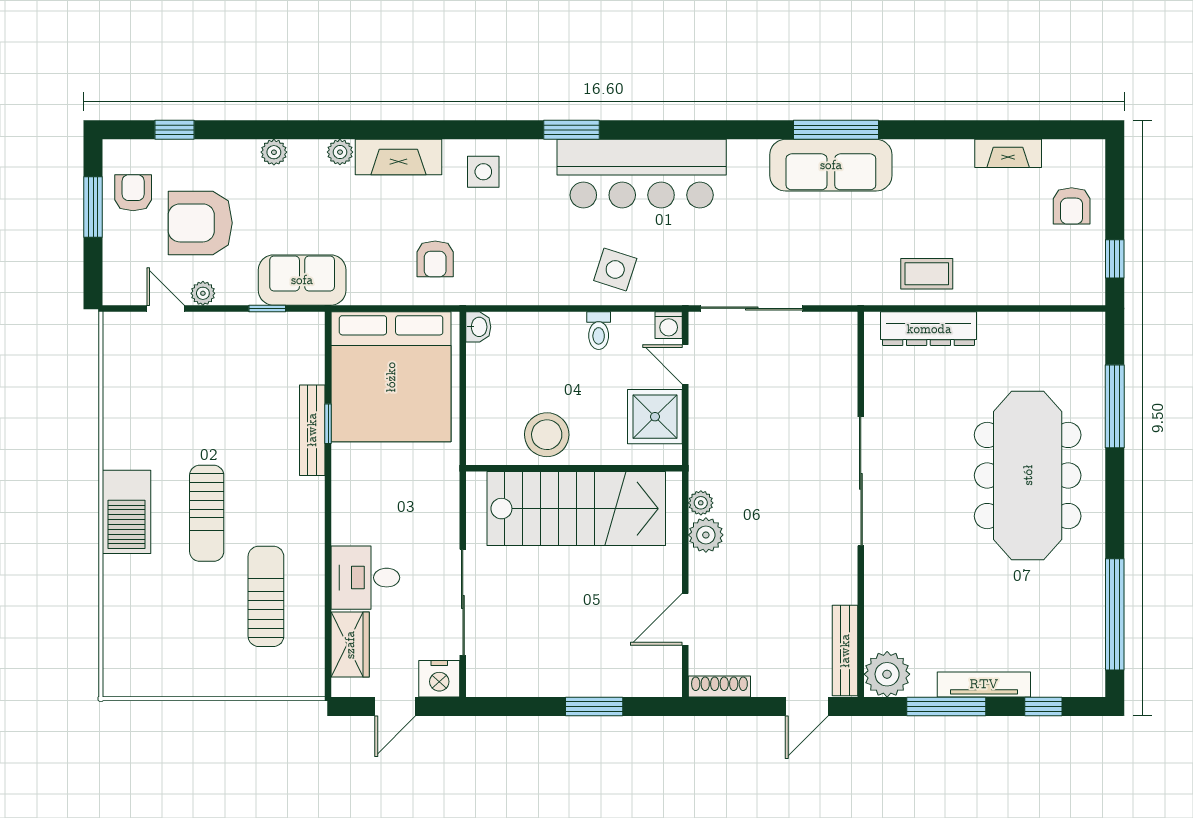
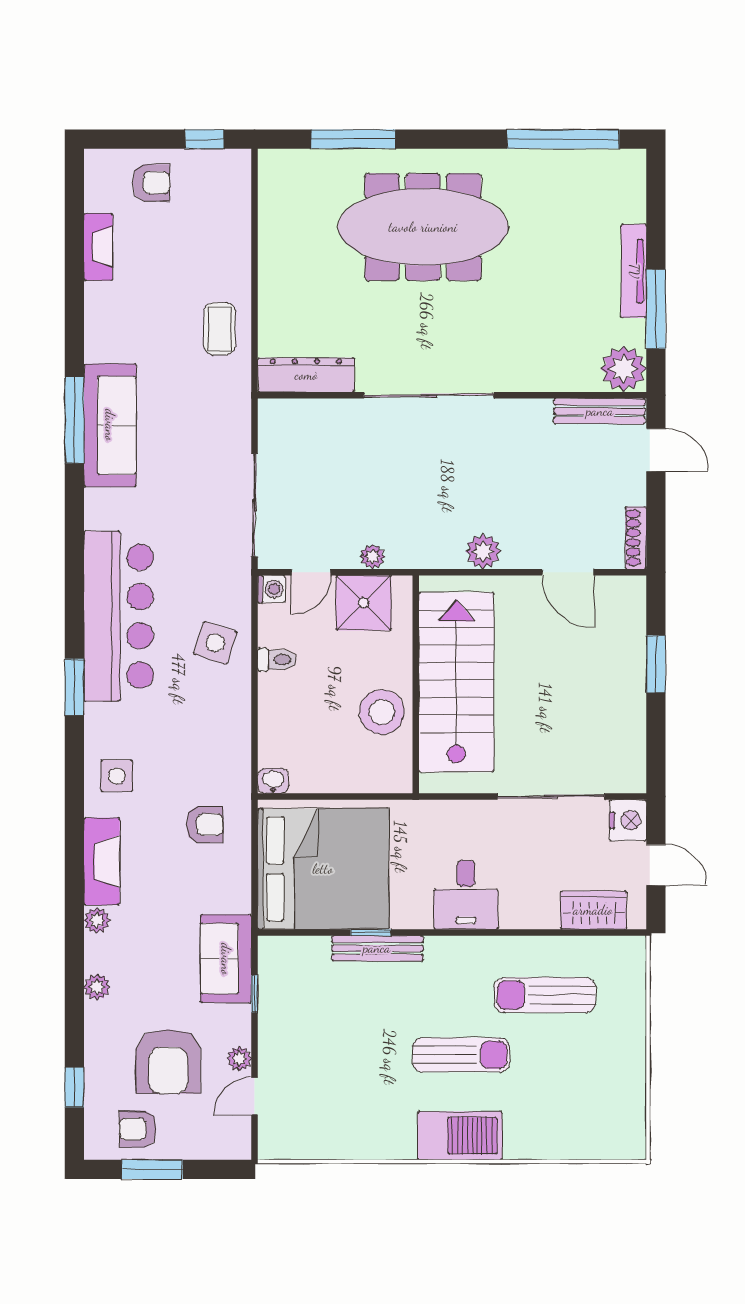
dresser: (929, 329) -> (306, 375), moved, turned -90
plant: (701, 503) -> (372, 557), moved
desk: (365, 578) -> (466, 895), moved
window: (1043, 706) -> (656, 211), removed

